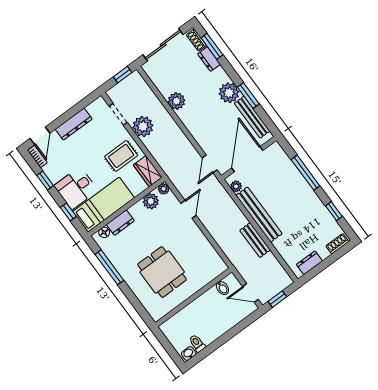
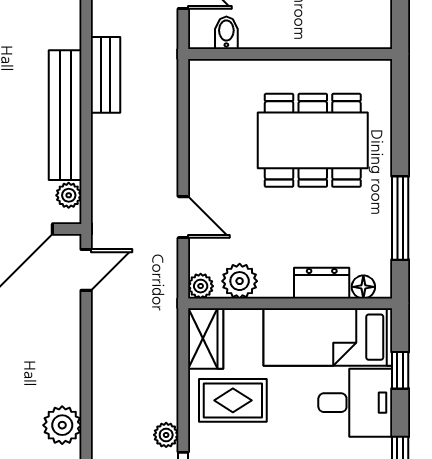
plant: (143, 126) -> (166, 435), width x0.53, depth x0.53
door: (188, 209) -> (183, 217), swing flipped
dining table: (162, 272) -> (313, 140), width x1.38

